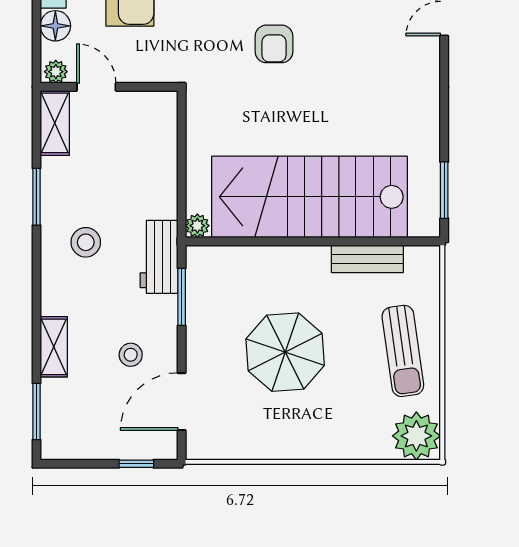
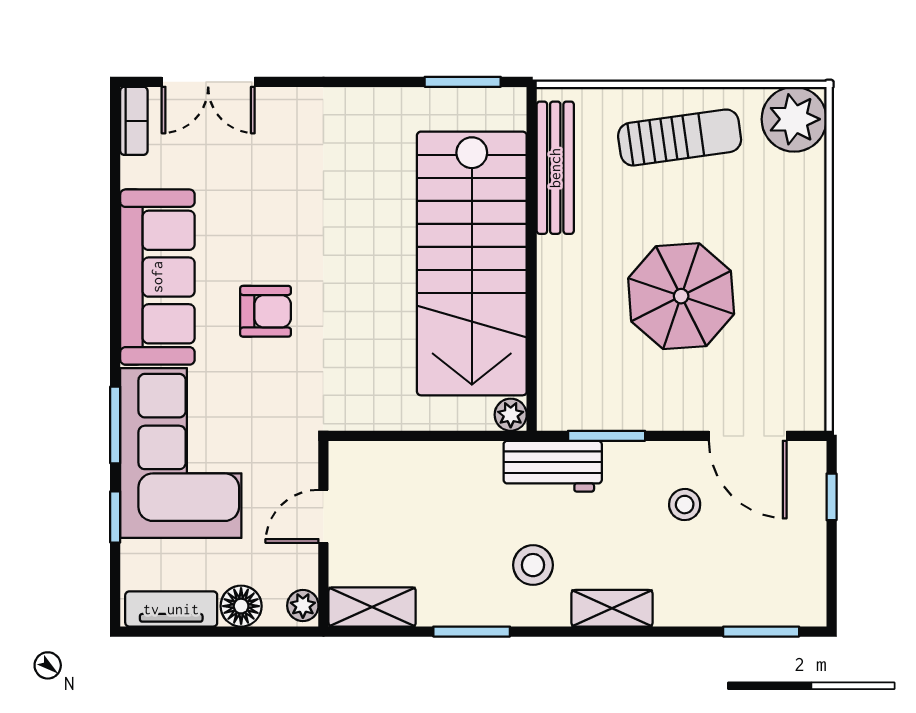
door: (96, 87) -> (323, 516), moved
bench: (367, 259) -> (555, 168), width x1.36
shelving: (54, 347) -> (612, 608), moved

